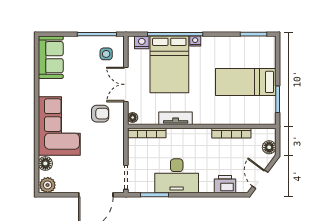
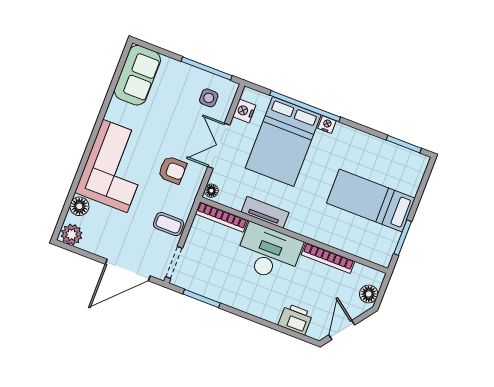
nightstand: (142, 42) -> (244, 111), moved, turned -90
coffee table: (112, 152) -> (169, 224), added
desk: (177, 176) -> (269, 253), moved, turned 180

